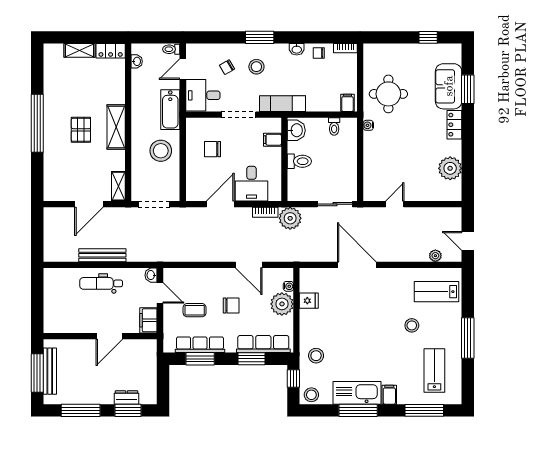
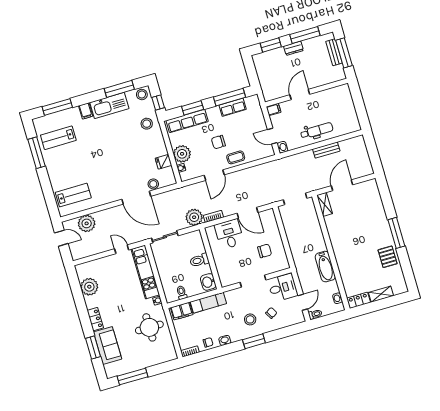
window: (428, 37) -> (133, 377), width x2.17
filing cabinet: (347, 103) -> (182, 311), width x2.00
exam couch: (282, 104) -> (208, 303), moved
bathtub: (170, 110) -> (325, 267), moved, turned 180
window: (37, 123) -> (396, 233), width x0.68
shelving: (116, 127) -> (339, 247), removed
pallet: (81, 130) -> (388, 257), moved
filing cabinet: (272, 140) -> (223, 270), removed
stool: (161, 151) -> (301, 239), removed
kitchen unit: (373, 166) -> (145, 272), added
door: (220, 204) -> (247, 213), hinge flipped
door: (395, 204) -> (122, 249), swing flipped
bench: (102, 255) -> (326, 150), width x0.73
plant: (435, 256) -> (87, 223), width x1.88, depth x1.88
door: (249, 265) -> (214, 175), swing flipped
coffee table: (195, 310) -> (236, 157), moved
filing cabinet: (148, 320) -> (274, 109), width x0.50
stool: (412, 325) -> (153, 184), moved
window: (468, 338) -> (37, 153), moved
row of seats: (200, 345) -> (233, 107), width x0.68
window: (200, 359) -> (230, 97), width x1.44
lab bench: (434, 370) -> (58, 138), turned 90
bench: (50, 371) -> (334, 52), width x0.73
dresser: (126, 397) -> (294, 48), moved
window: (358, 410) -> (119, 89), moved

